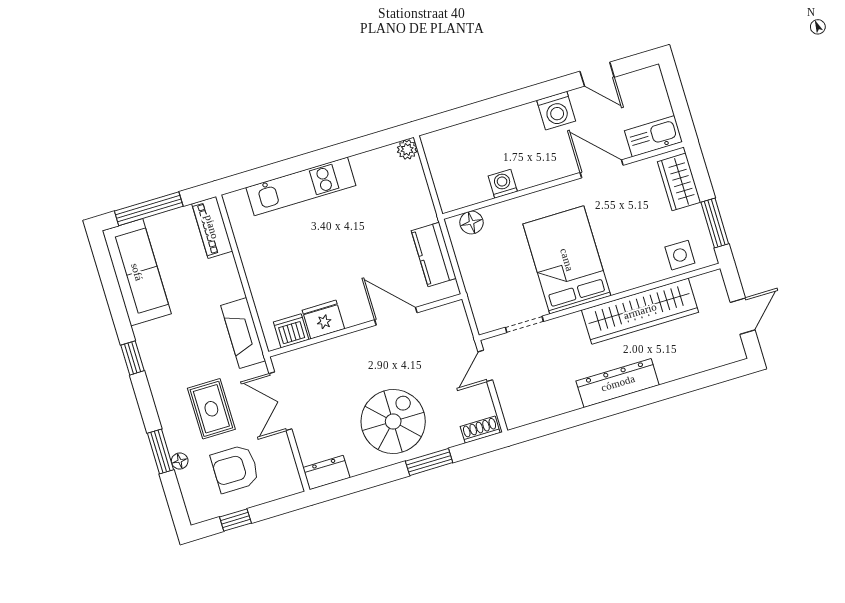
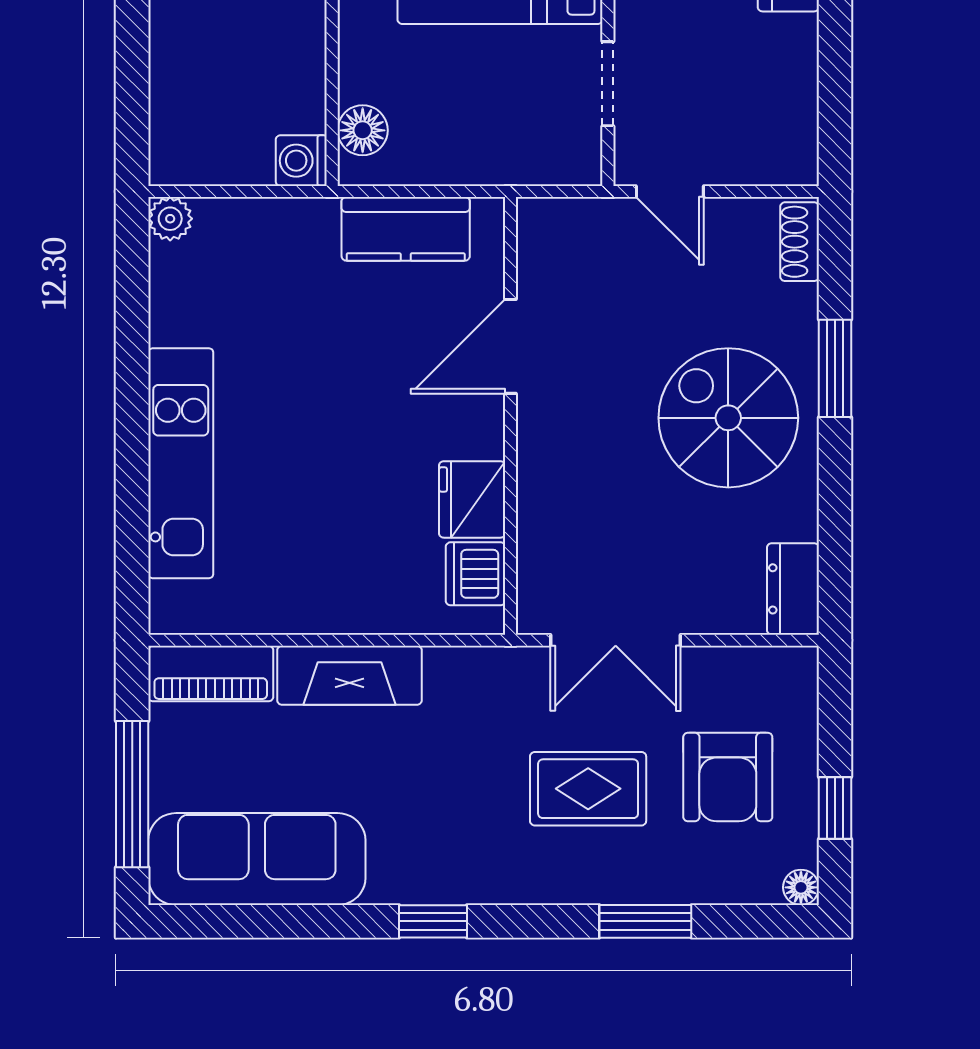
washing machine: (503, 184) -> (301, 161), moved
fireplace: (243, 333) -> (349, 675), moved
floor lamp: (180, 461) -> (801, 887), moved

